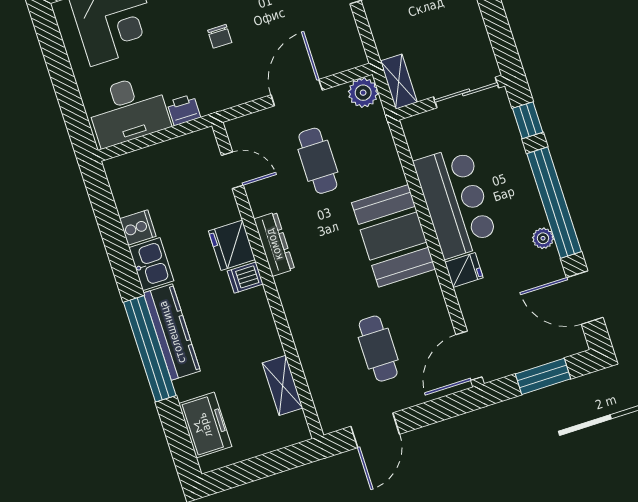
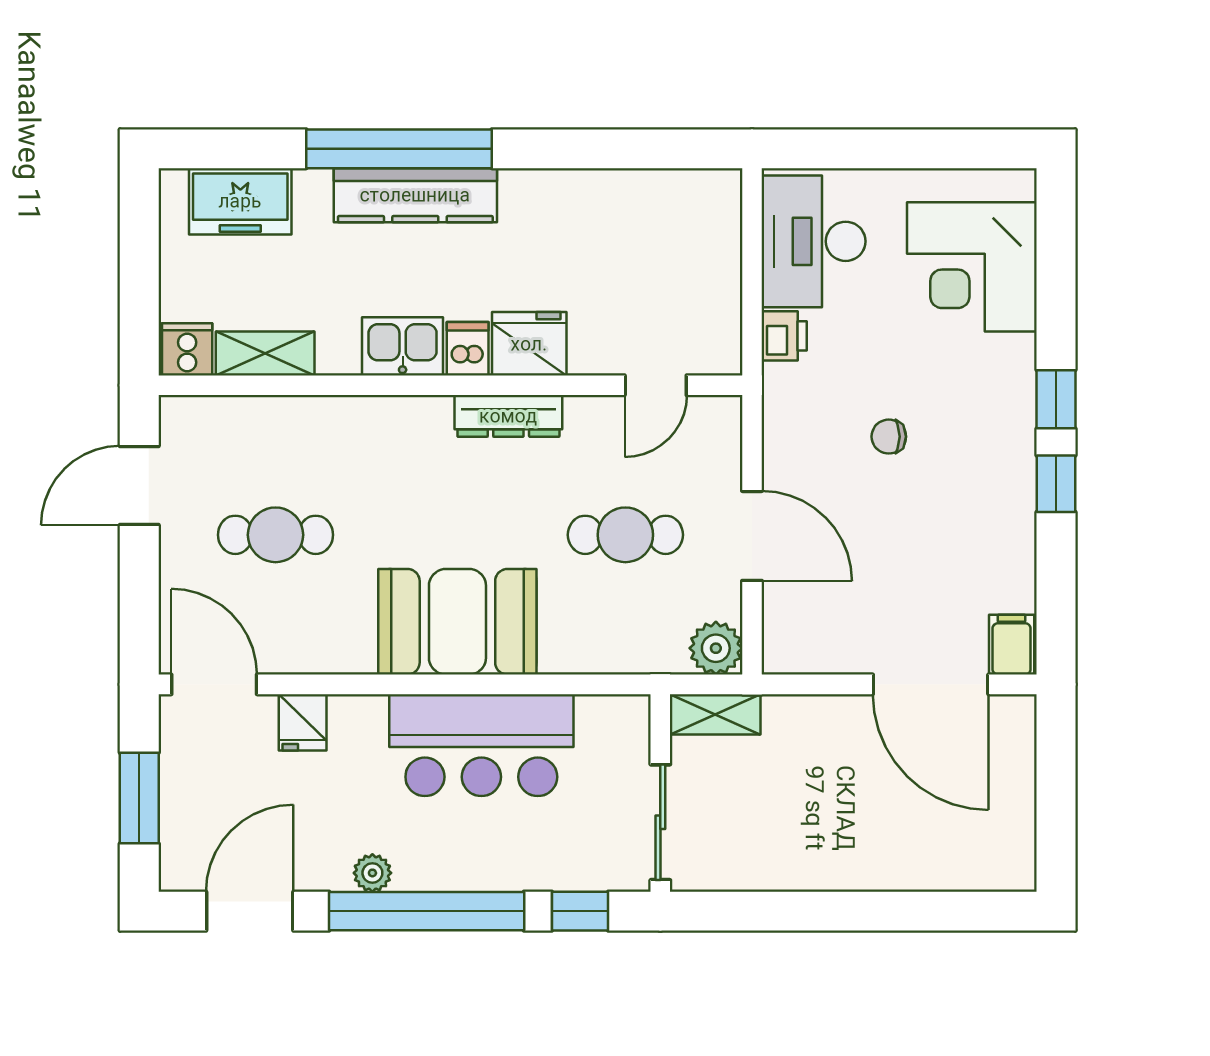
cooker: (138, 228) -> (187, 349), moved, turned 180
kitchen sink: (151, 264) -> (403, 346), moved, turned 180
fridge: (464, 270) -> (303, 722), moved
door: (375, 430) -> (139, 485), hinge flipped

